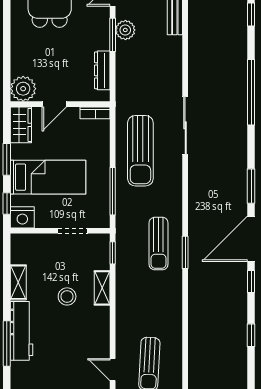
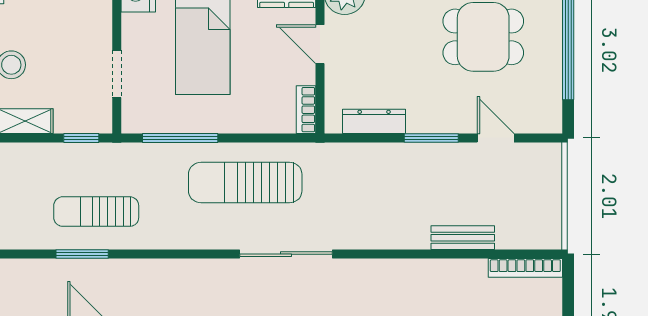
plant: (125, 30) -> (439, 158), removed

